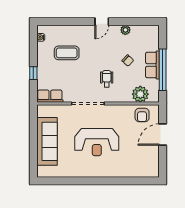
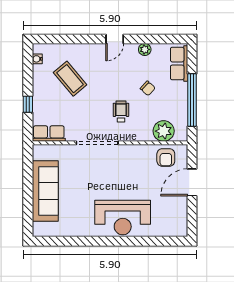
coffee table: (67, 53) -> (70, 79), turned 50
row of seats: (152, 65) -> (179, 63), moved
reception desk: (97, 142) -> (123, 217), moved

